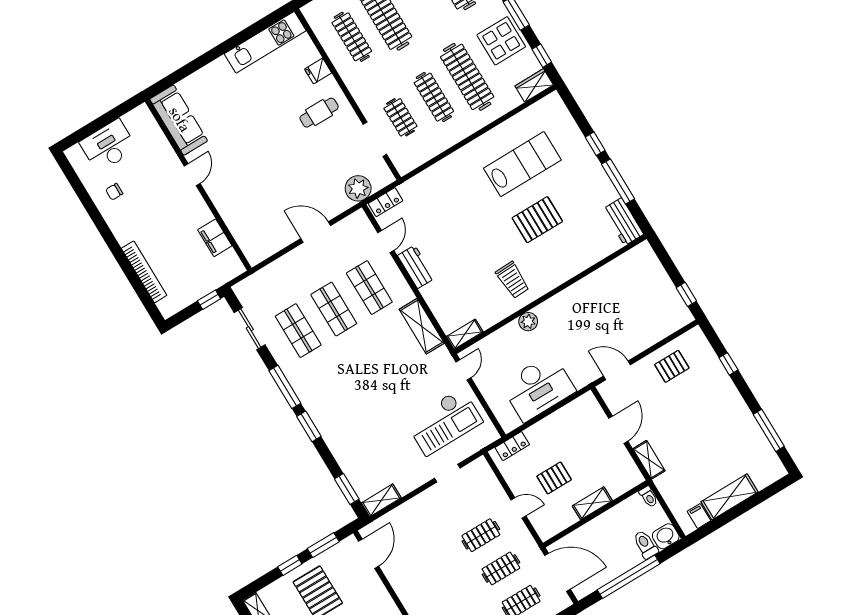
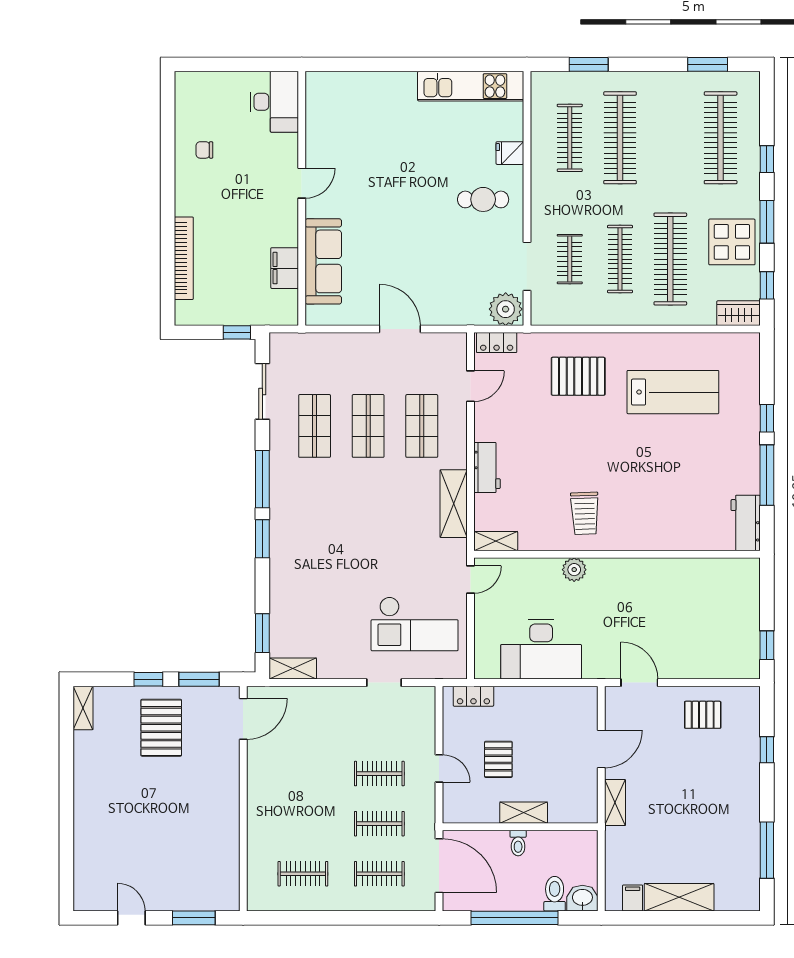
sofa: (179, 120) -> (323, 261), moved
desk: (108, 146) -> (274, 102), moved, turned 90
plant: (358, 188) -> (506, 309), moved
pallet: (537, 220) -> (578, 376), moved
workbench: (416, 267) -> (487, 468), moved
pallet: (554, 478) -> (498, 759), turned 90
toilet: (649, 497) -> (518, 843), moved

